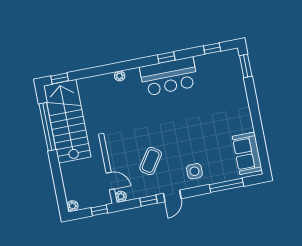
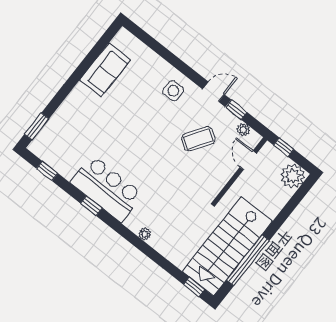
sofa: (247, 153) -> (105, 70), moved
window: (226, 185) -> (161, 50), removed
plant: (121, 197) -> (243, 130), moved
plant: (73, 206) -> (293, 176), width x1.87, depth x1.87

